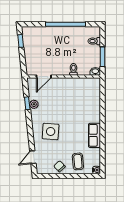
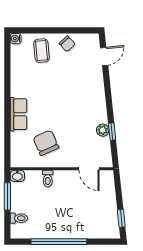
door: (44, 77) -> (89, 169), swing flipped
chair: (75, 95) -> (46, 143), added
side table: (51, 131) -> (80, 92), removed
row of seats: (94, 135) -> (18, 114), moved

